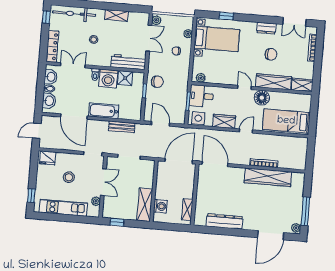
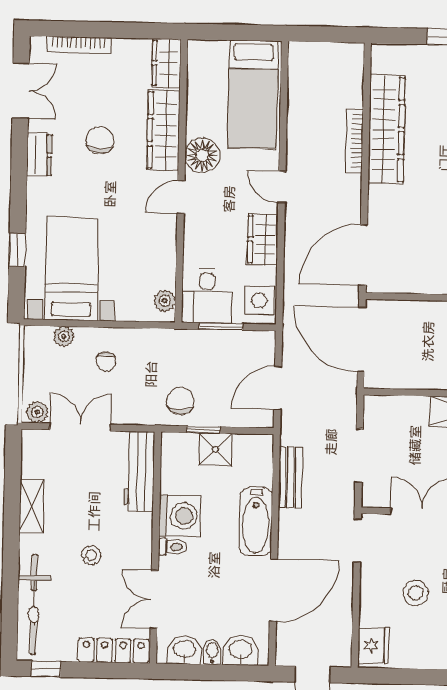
shower: (125, 78) -> (215, 449), moved

